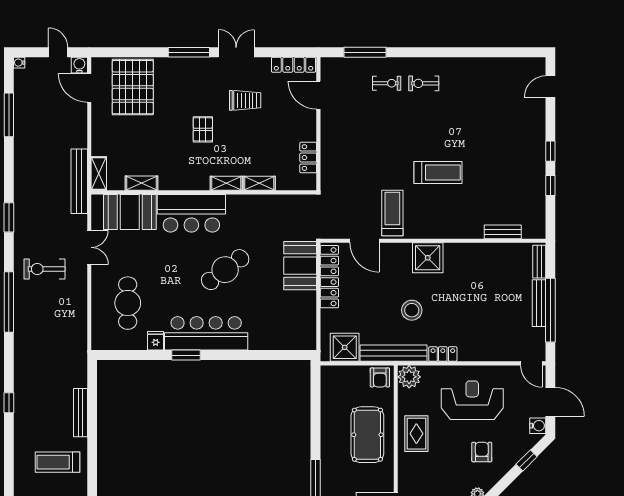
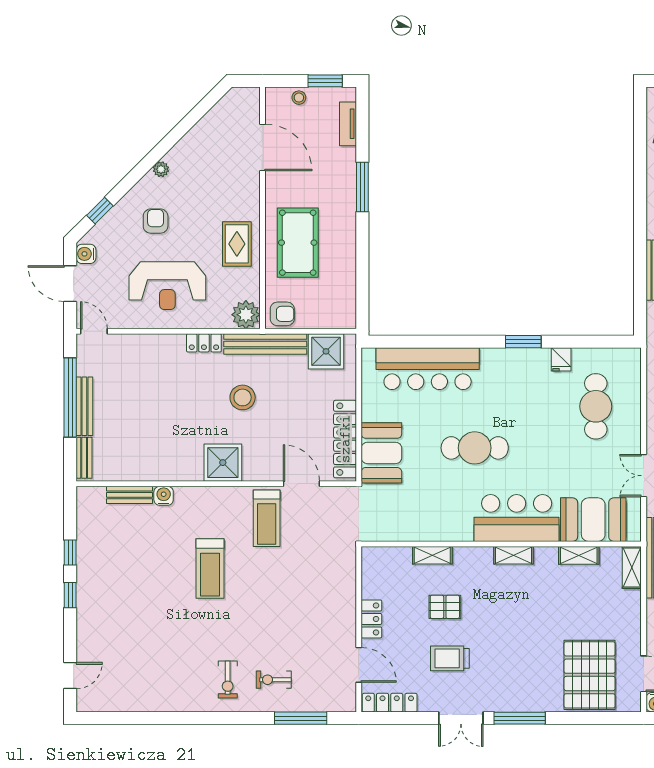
exercise bike: (424, 83) -> (228, 679), turned 90
pallet: (203, 129) -> (445, 607), moved, turned 90
locker: (308, 158) -> (371, 619), moved
treadmill: (438, 173) -> (210, 569), turned -90
shelving: (226, 183) -> (514, 555), moved
water cooler: (475, 231) -> (164, 496), added
cafe table: (225, 270) -> (475, 448), turned 37
bar counter: (206, 333) -> (428, 369), moved
armchair: (380, 377) -> (282, 314), turned 90
armchair: (482, 452) -> (156, 221), turned 180

